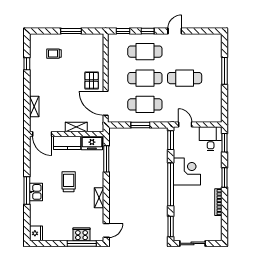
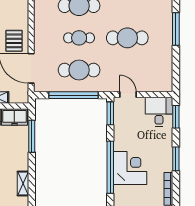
cafe table: (145, 78) -> (79, 38), width x0.73, depth x0.74
window: (140, 125) -> (74, 95), width x2.11
corner desk: (187, 171) -> (130, 168), moved

